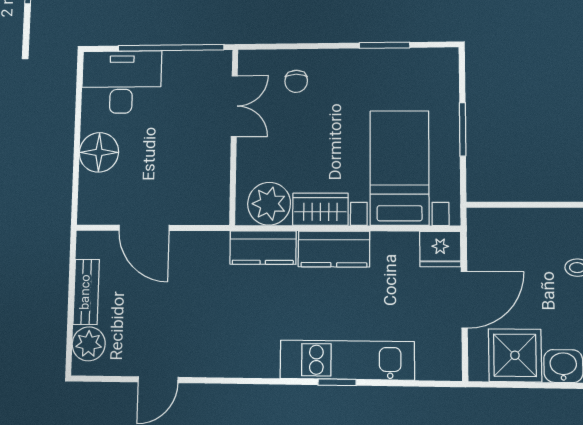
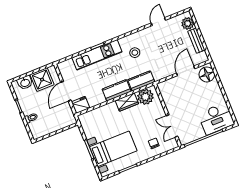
floor lamp: (99, 152) -> (207, 74), moved
bed with nightstands: (399, 168) -> (113, 149), moved, turned -90
door: (144, 228) -> (186, 71), hinge flipped
stool: (249, 326) -> (135, 53), added

